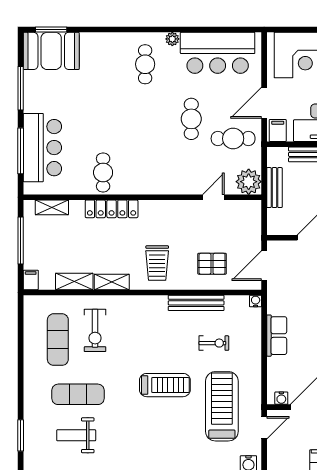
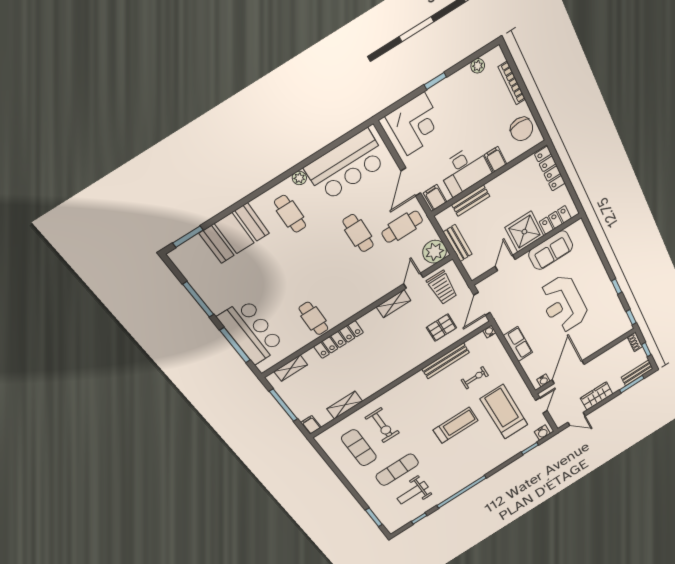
booth: (51, 51) -> (234, 233), moved
trolley: (157, 263) -> (442, 288), moved
shelving: (112, 282) -> (394, 304), moved

